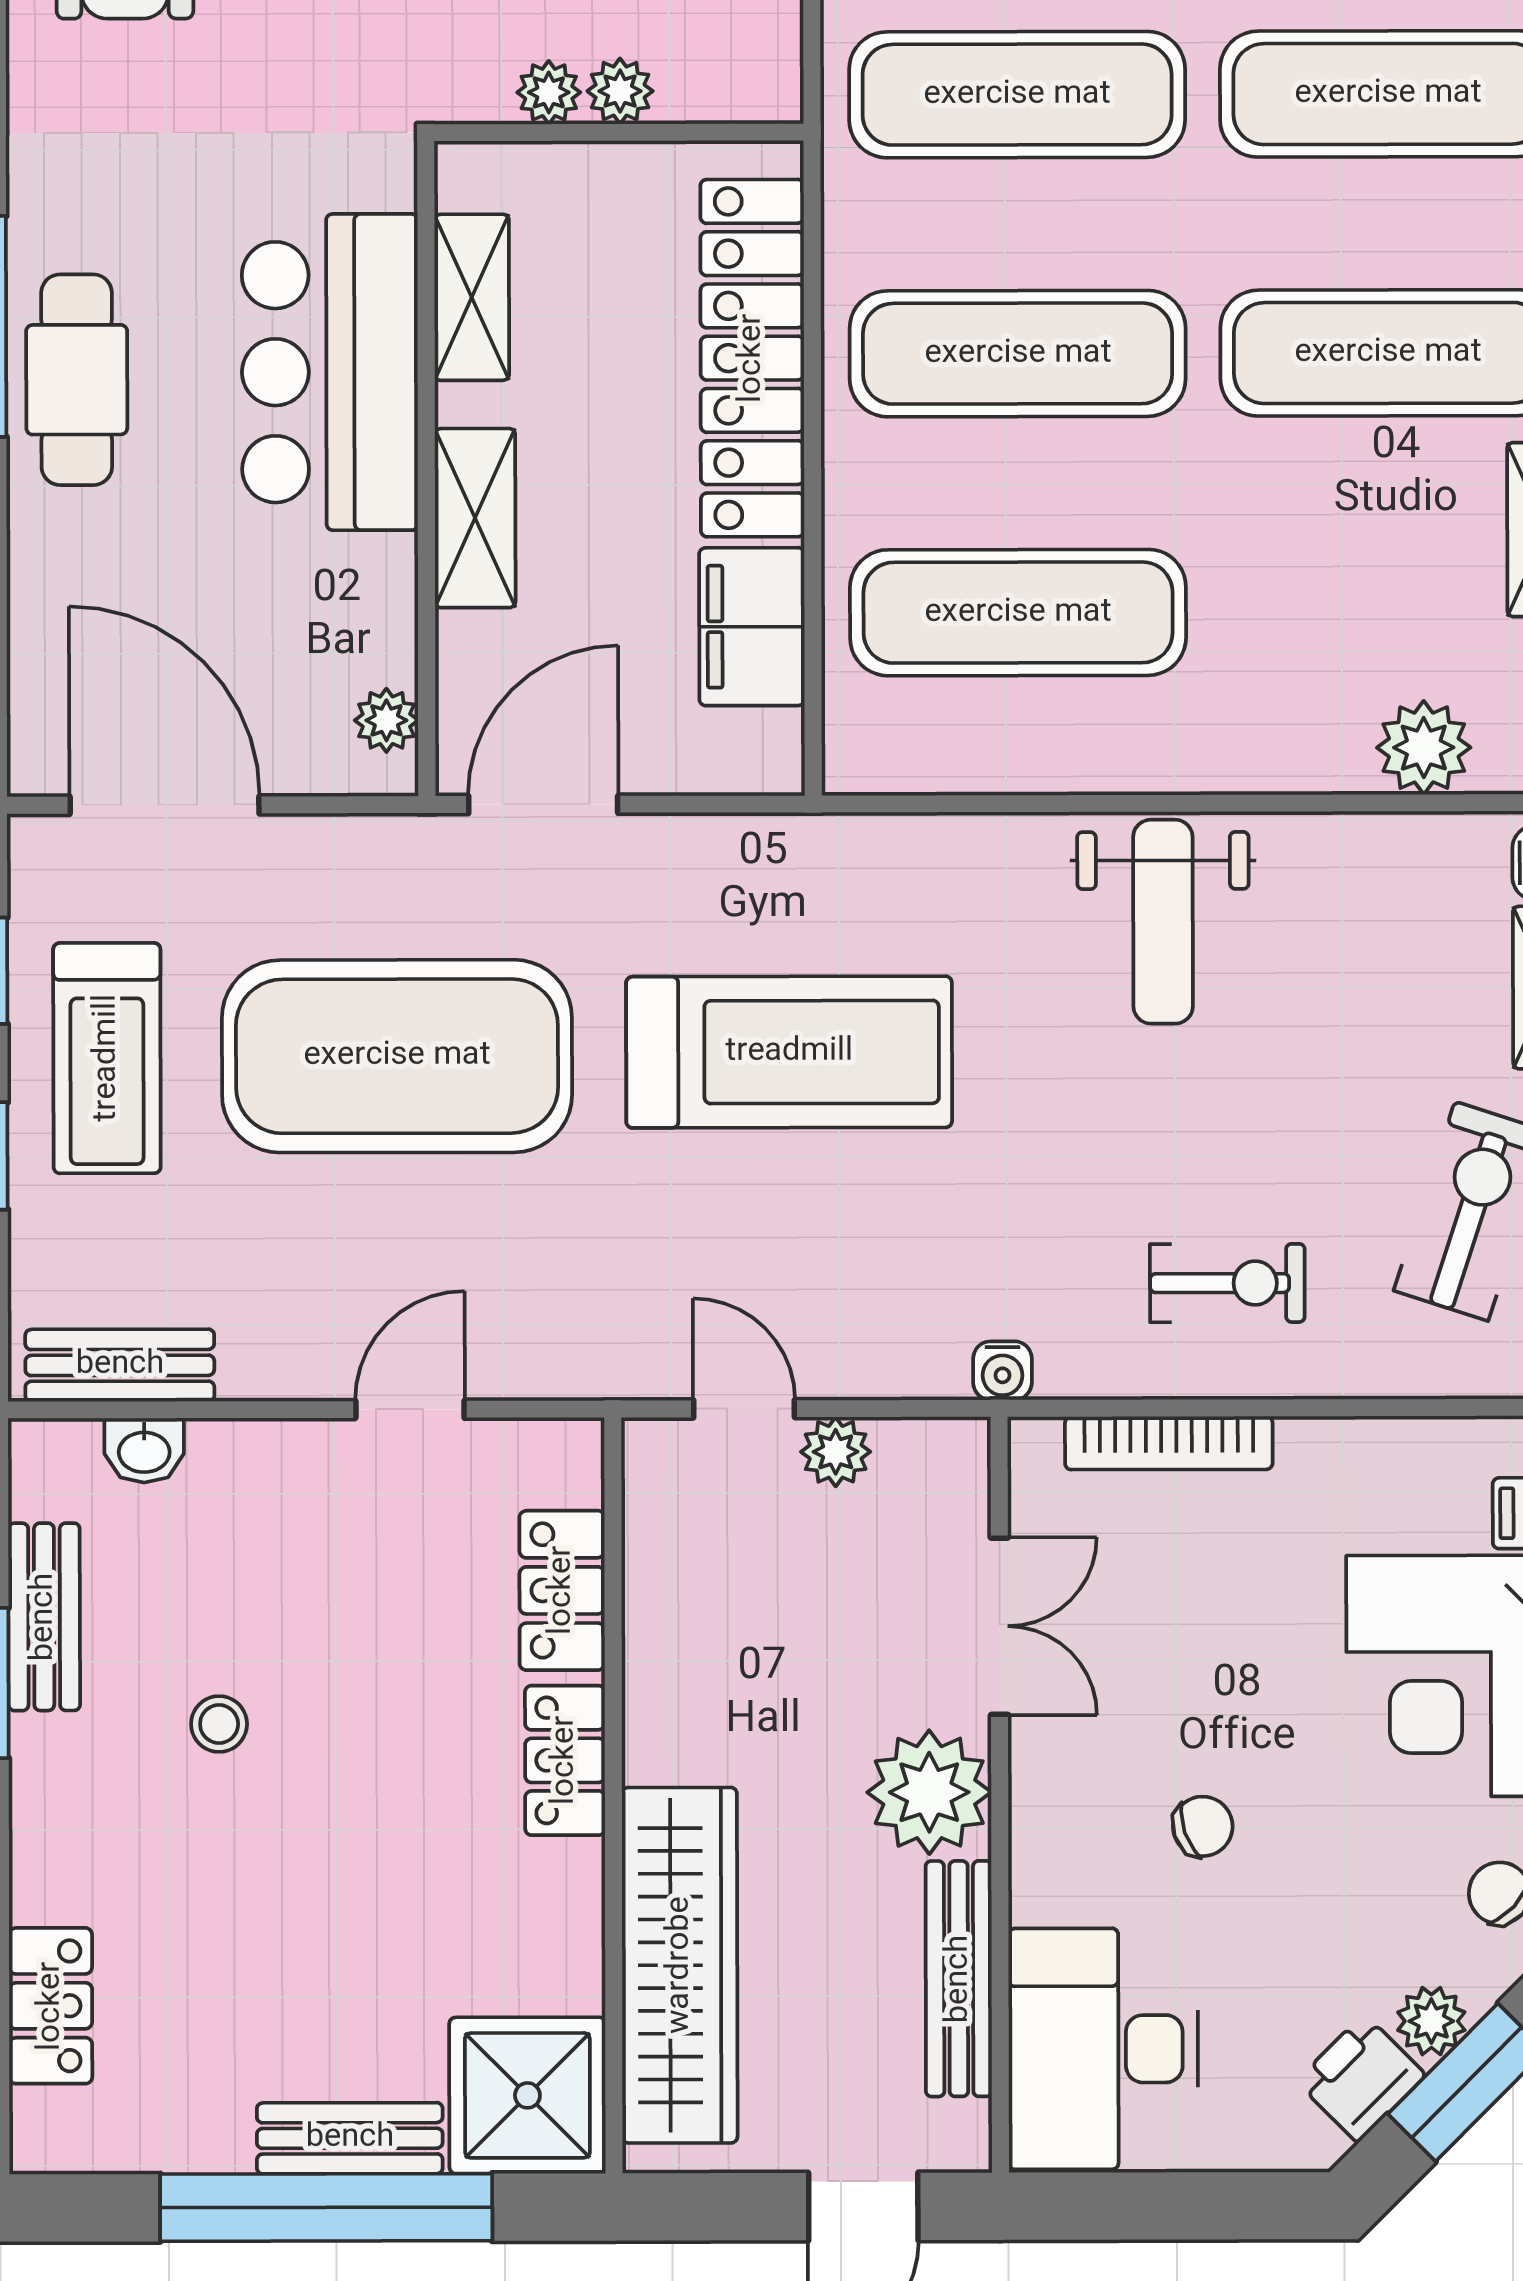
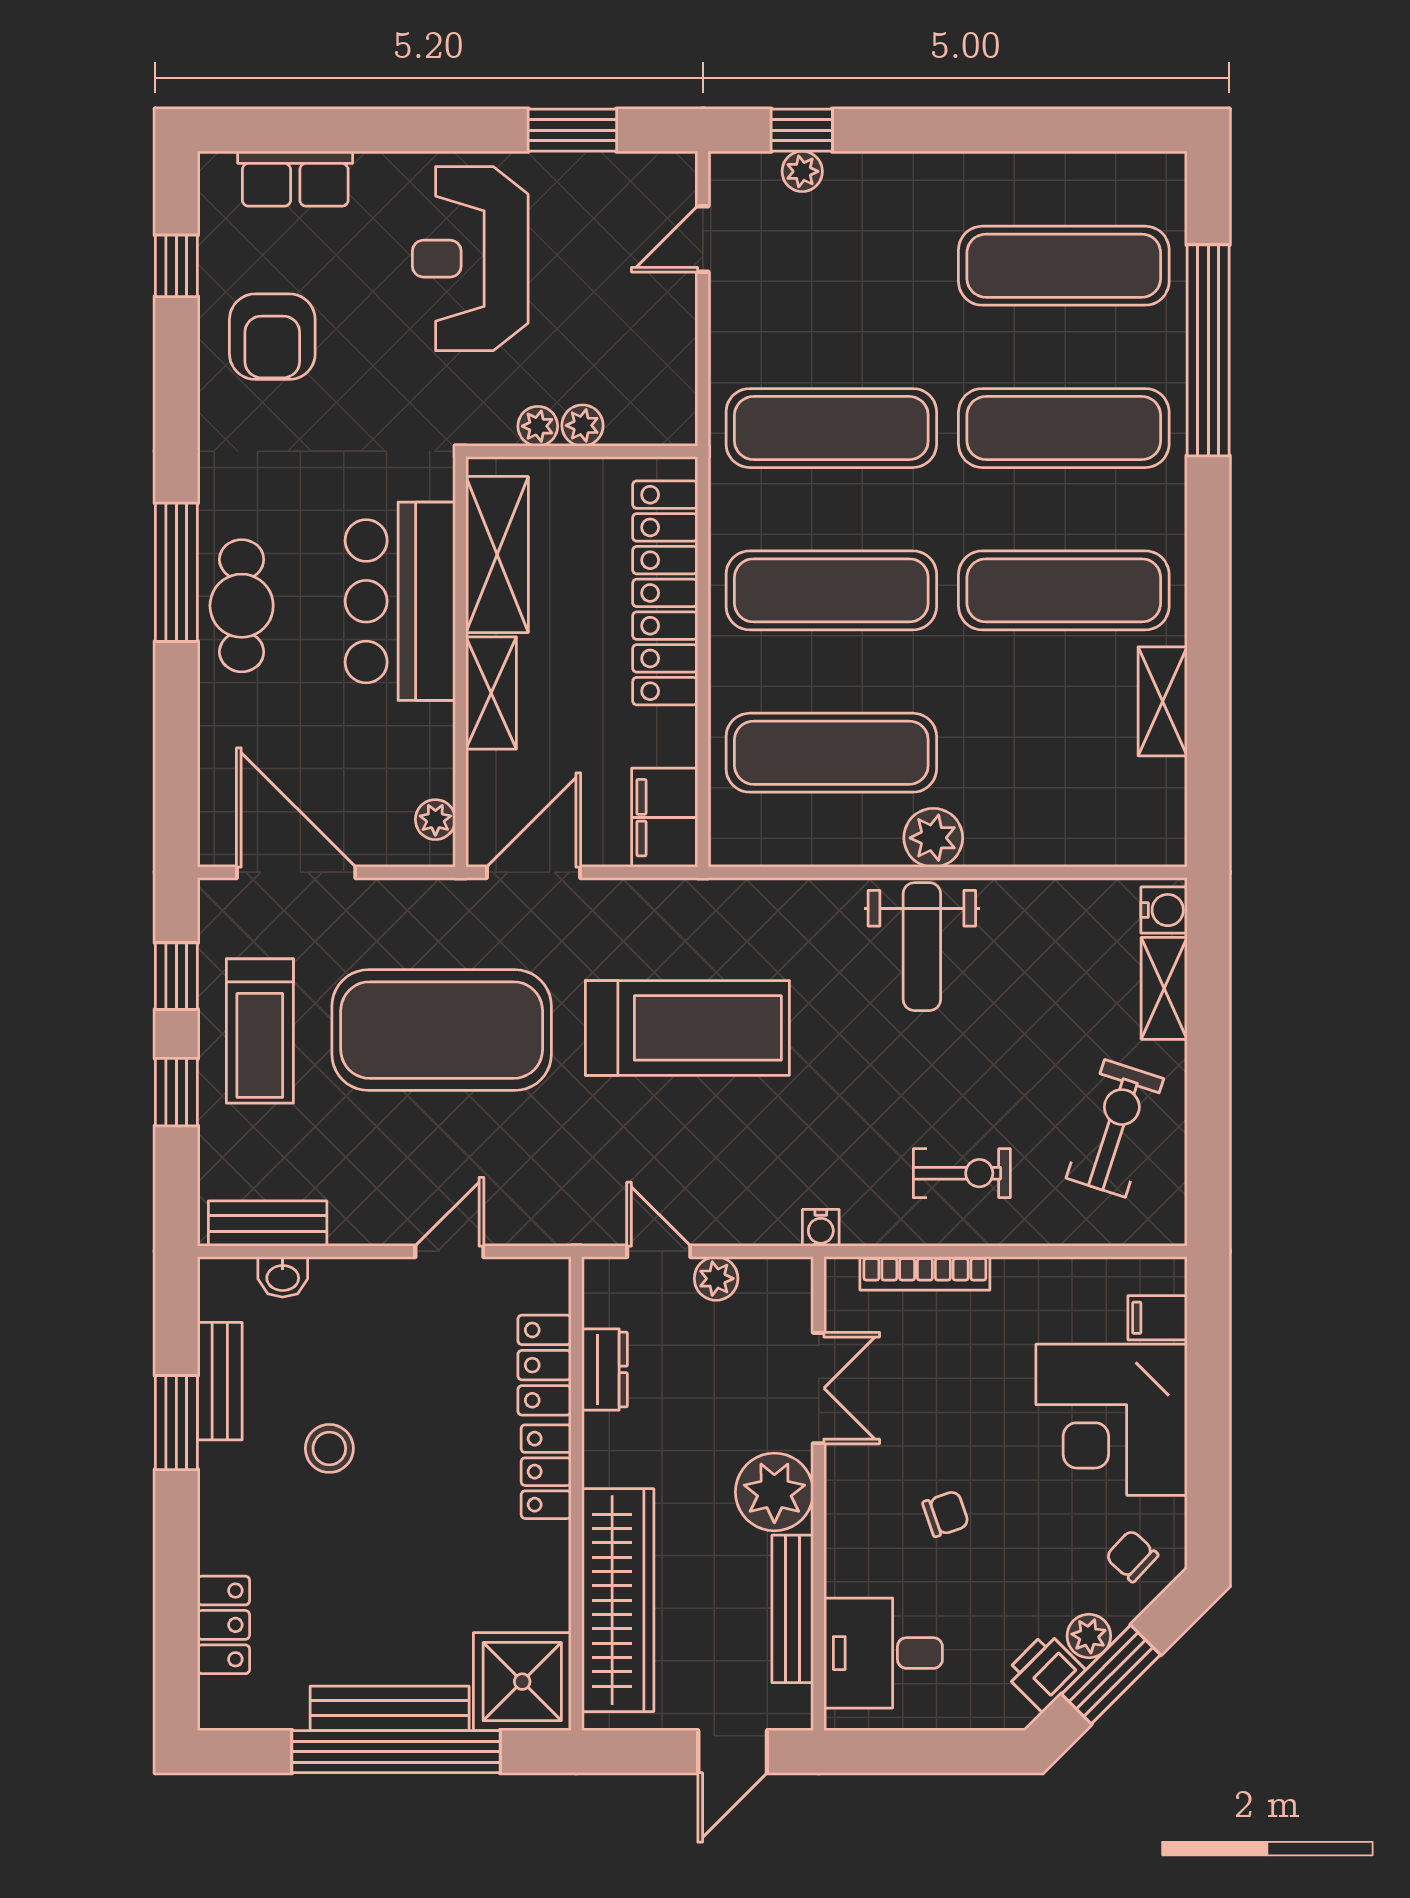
shelving: (472, 297) -> (497, 555), width x1.50, depth x1.33
filing cabinet: (752, 627) -> (665, 818), moved
plant: (1424, 748) -> (933, 838), moved
dresser: (658, 1597) -> (605, 1369), added
stool: (219, 1724) -> (329, 1448), width x1.37, depth x1.37
desk: (1103, 2049) -> (883, 1653), width x0.73
bench: (350, 2138) -> (390, 1708), width x1.36

